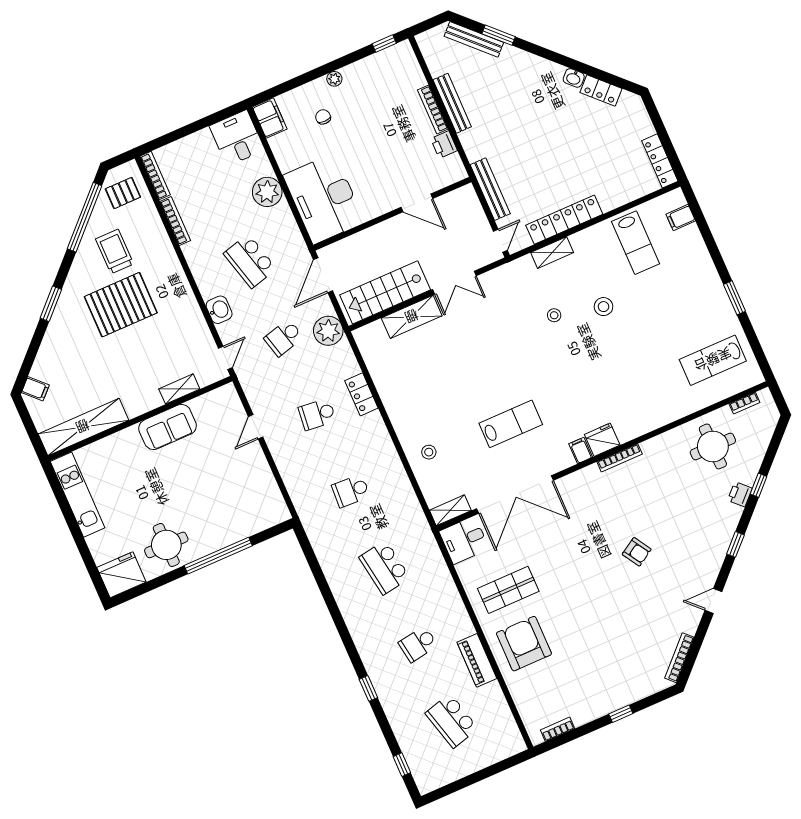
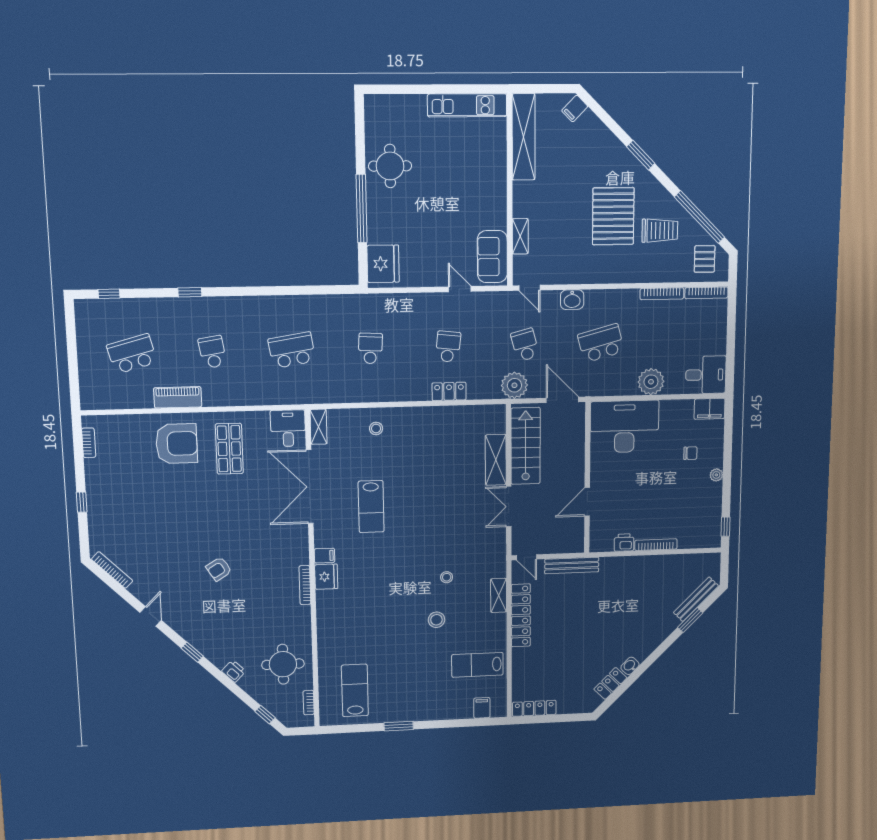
bench: (452, 103) -> (654, 562), removed
sofa: (168, 427) -> (492, 257), moved
window: (759, 485) -> (265, 715), moved
fridge: (121, 575) -> (383, 264), moved

